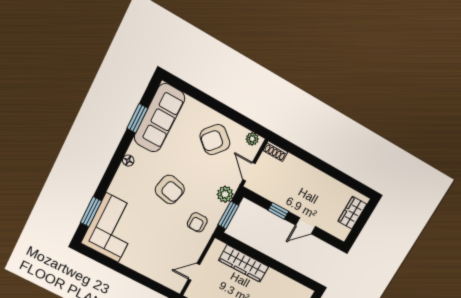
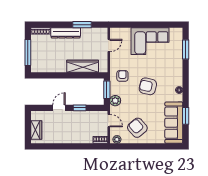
armchair: (215, 140) -> (137, 128), turned -82
corner sofa: (112, 228) -> (150, 41), moved, turned -90

